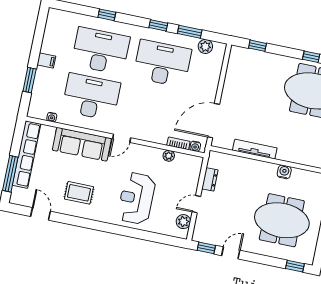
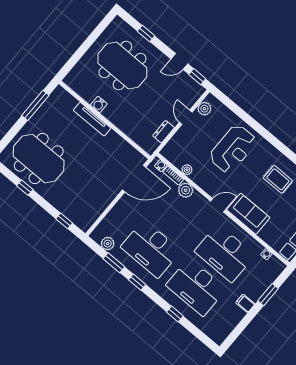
plant: (160, 136) -> (186, 190), added
sofa: (82, 144) -> (248, 214), width x0.73
tv unit: (255, 149) -> (92, 119), moved
door: (196, 204) -> (186, 117), swing flipped
window: (295, 266) -> (146, 33), moved

